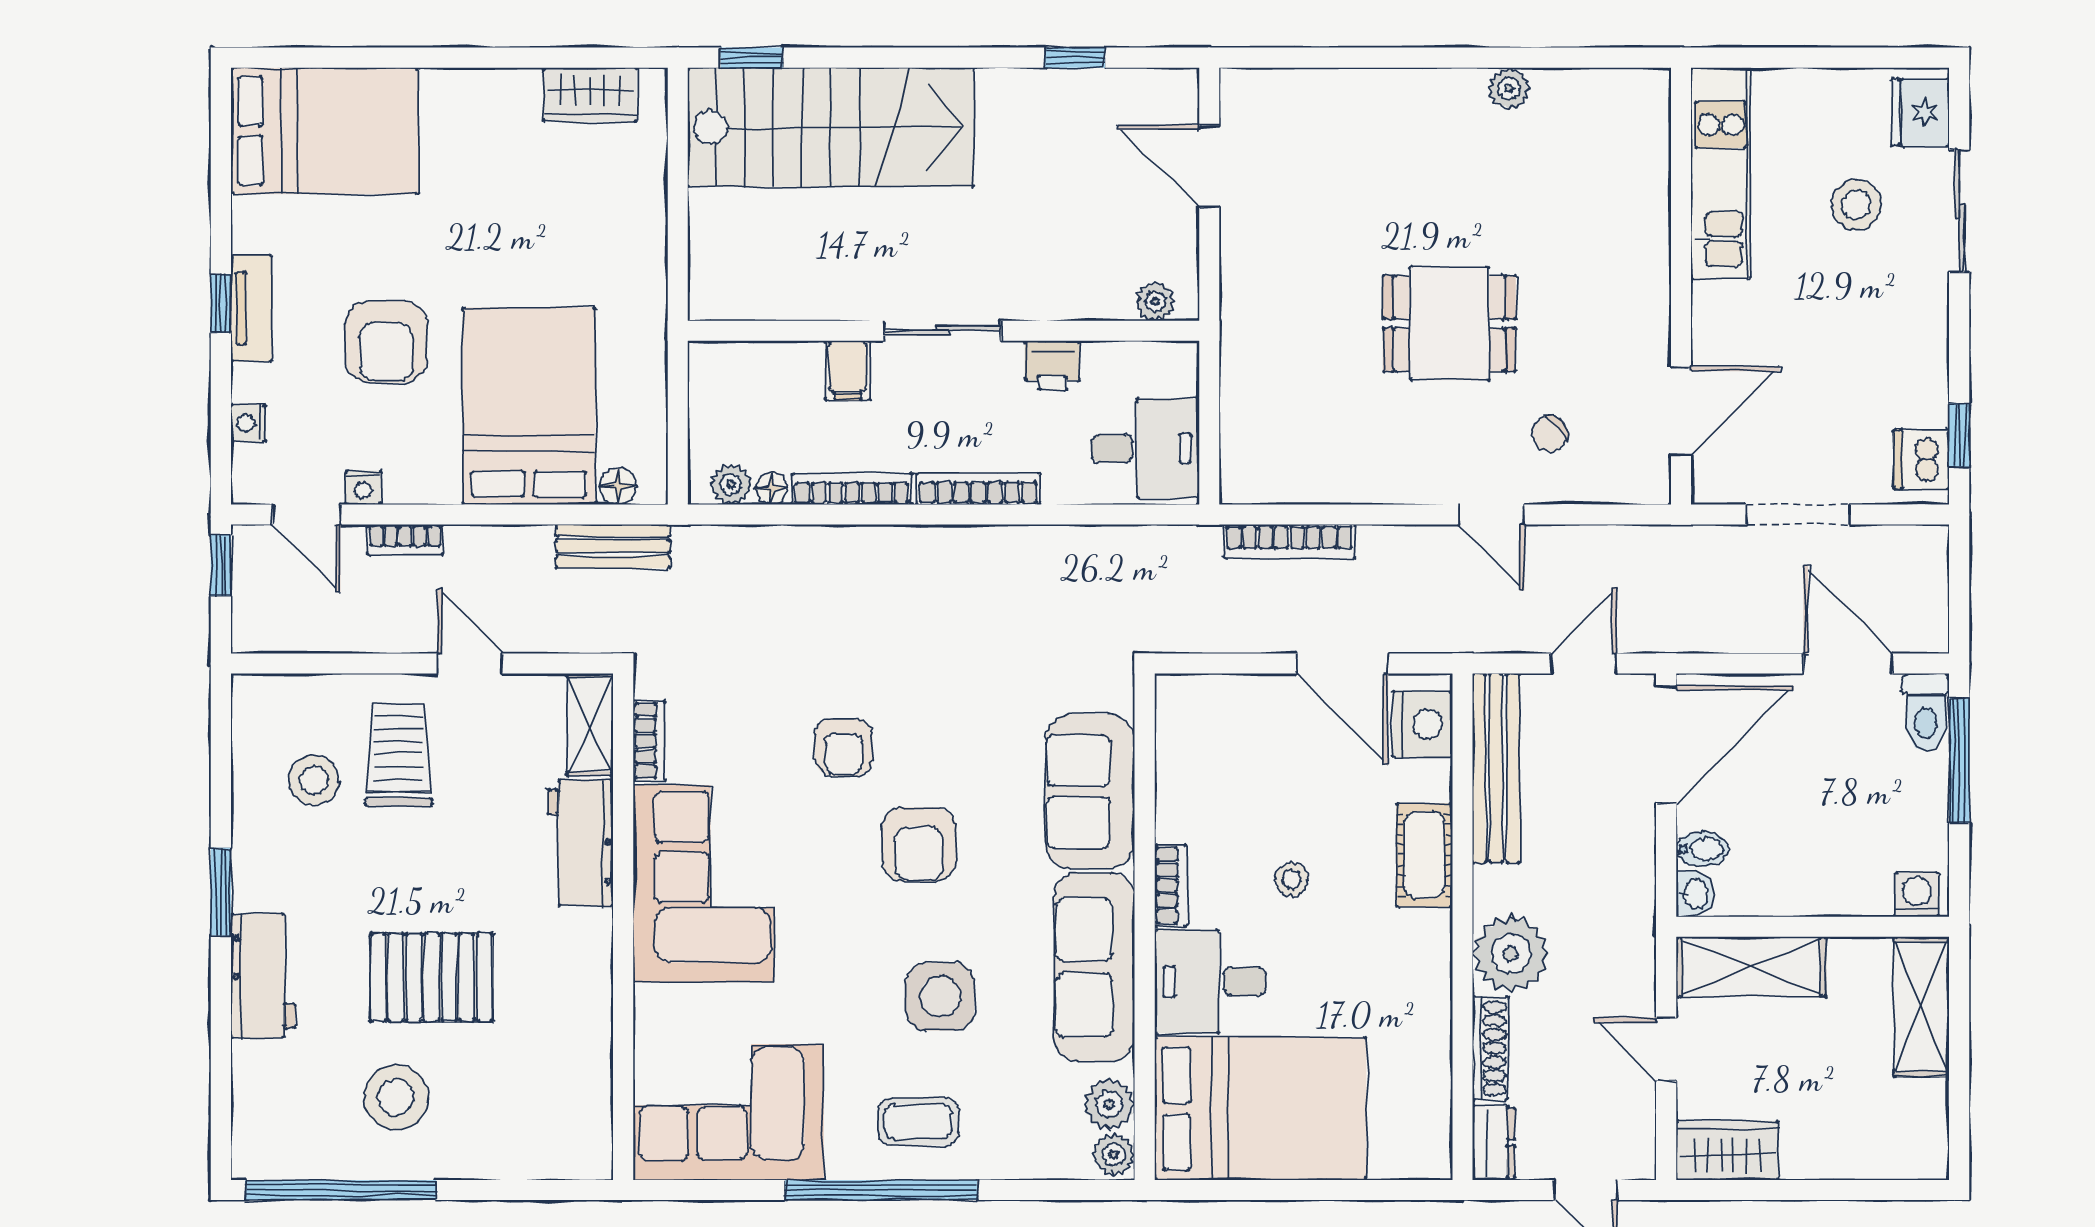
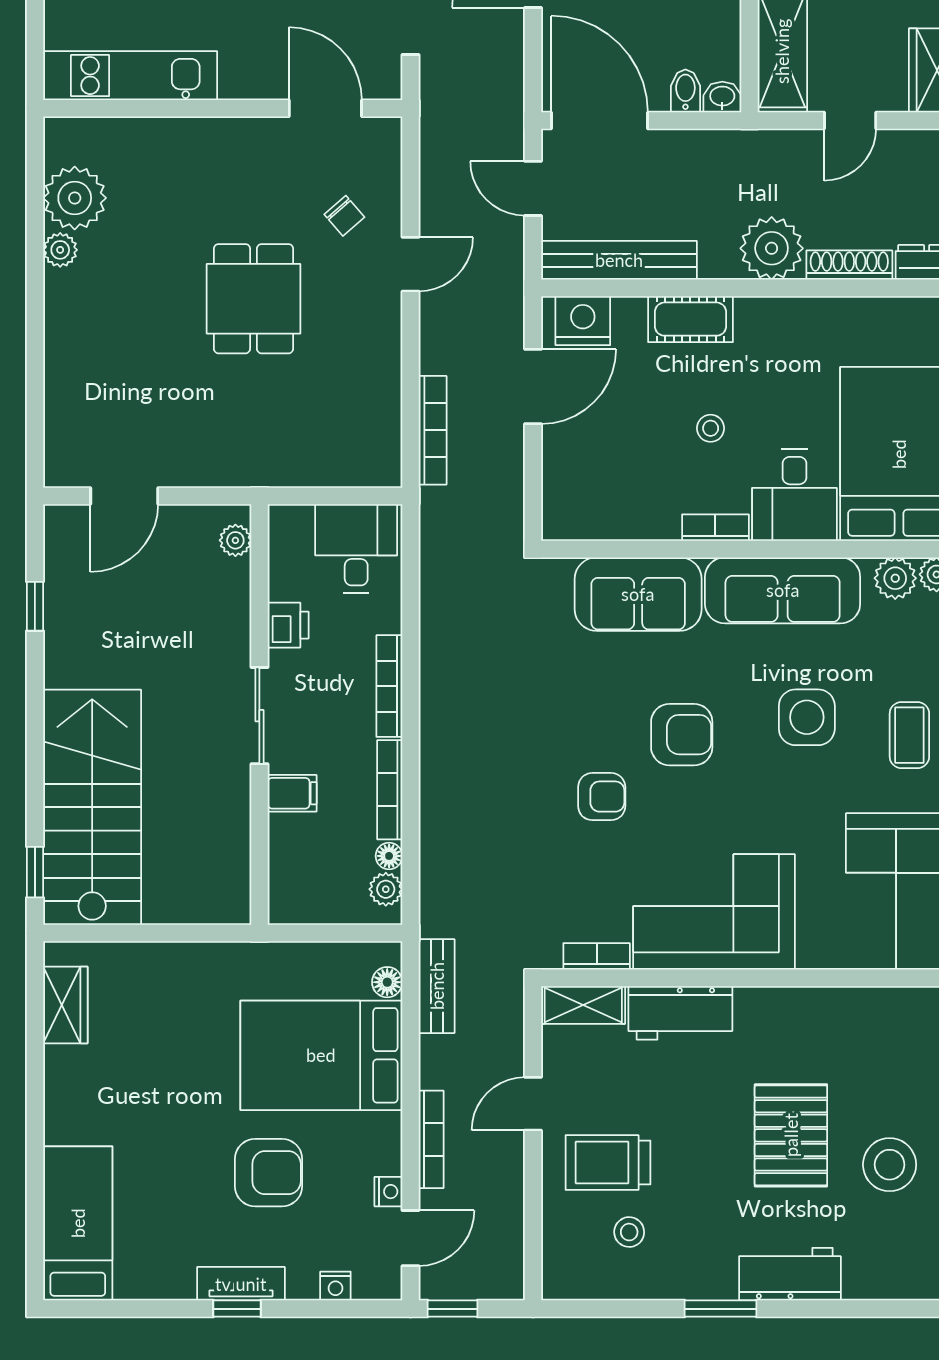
plant: (1572, 106) -> (75, 198), added
bed: (324, 131) -> (78, 1223), width x0.67
bookcase: (405, 540) -> (431, 1139), width x1.56
stool: (314, 780) -> (629, 1232), width x0.73, depth x0.73

